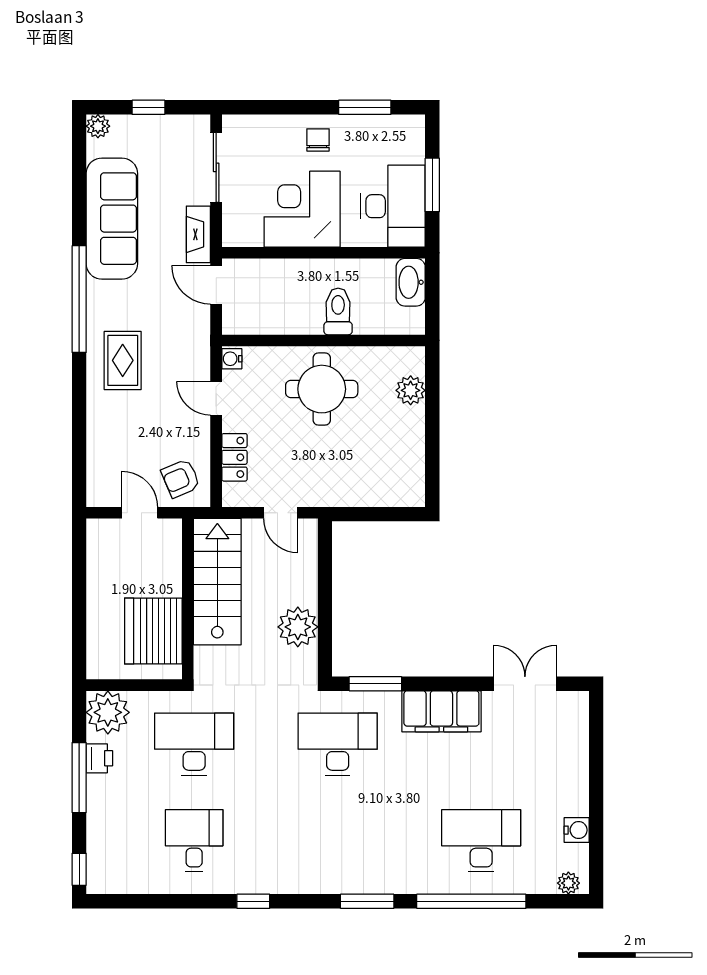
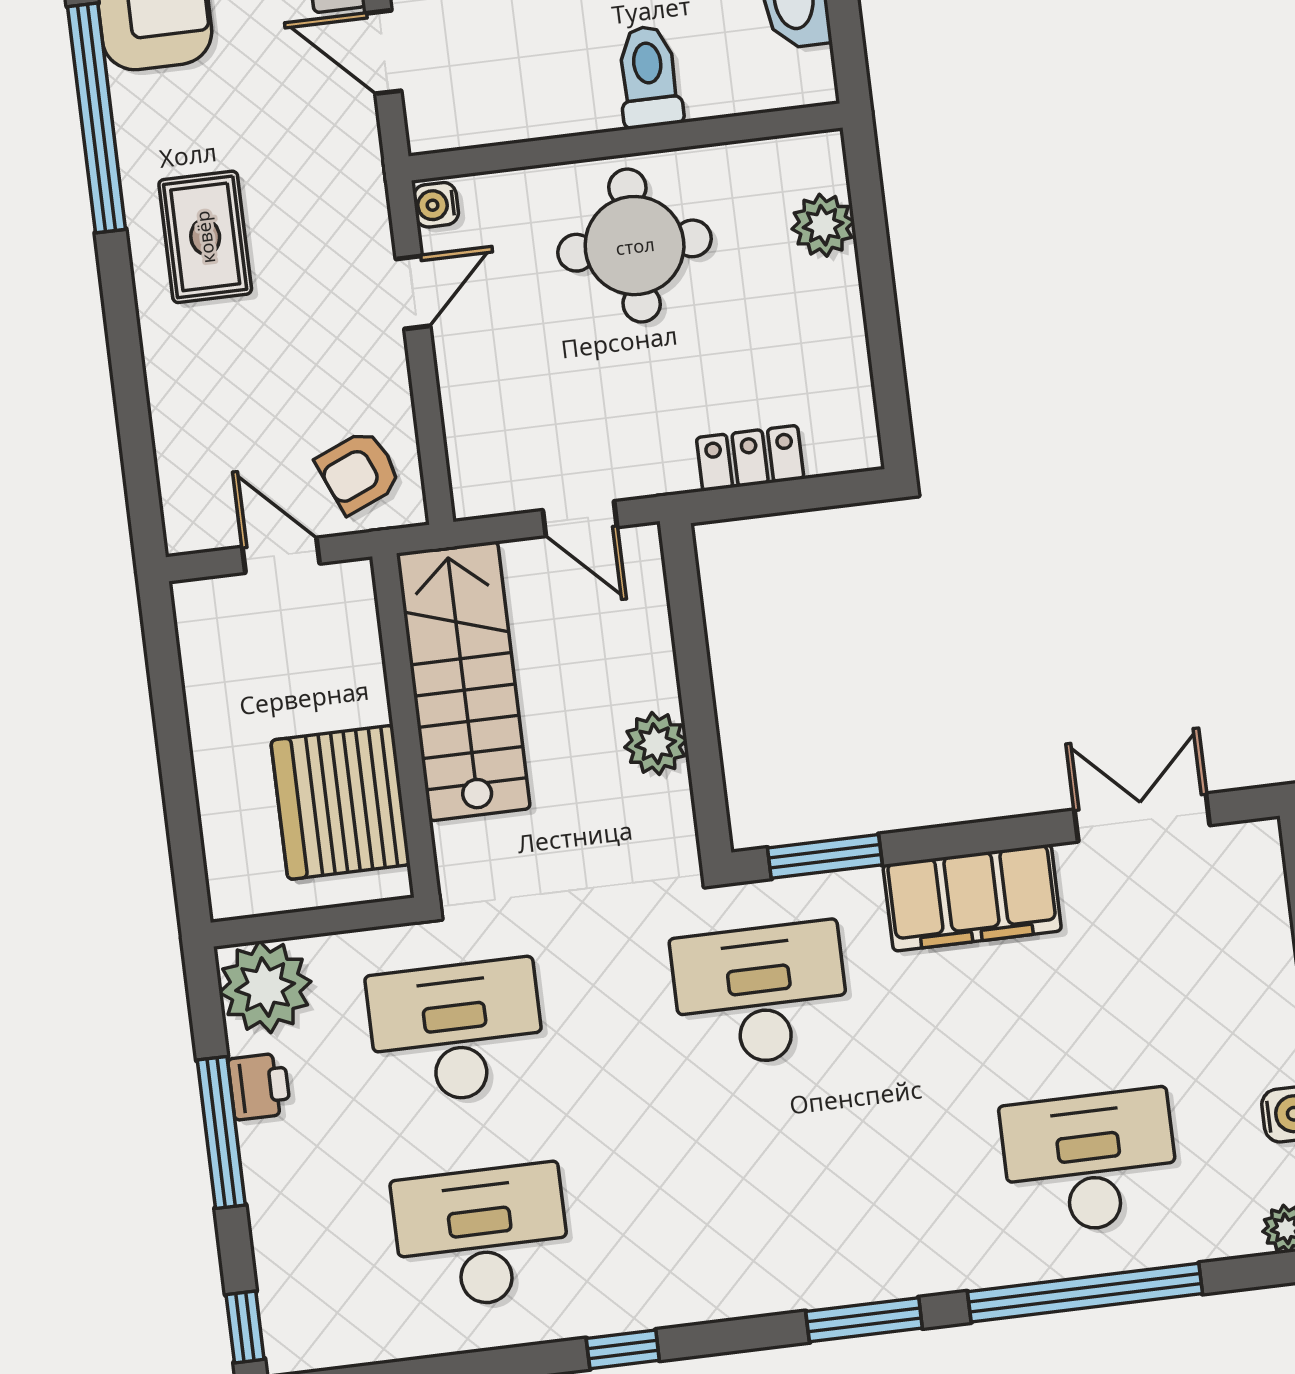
door: (216, 398) -> (413, 292), swing flipped
locker: (234, 457) -> (750, 458), moved, turned -90
plant: (298, 627) -> (656, 744), width x0.73, depth x0.73
desk: (194, 841) -> (482, 1237), width x1.37

